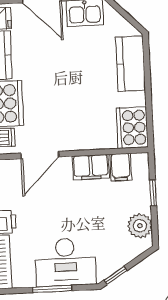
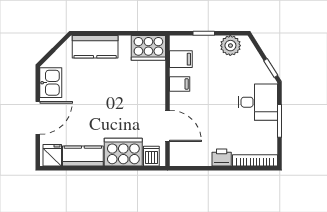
filing cabinet: (91, 167) -> (180, 84), width x0.50
desk: (65, 262) -> (258, 102), width x0.73

